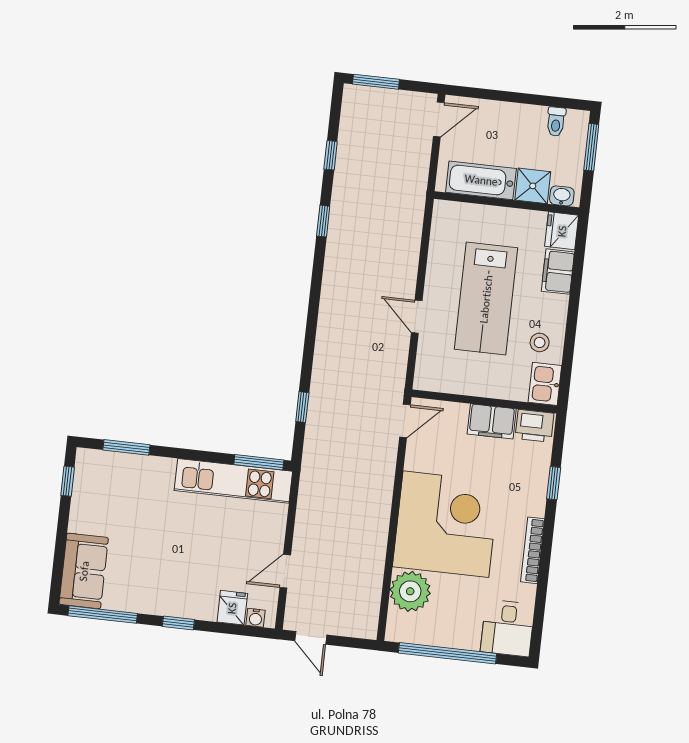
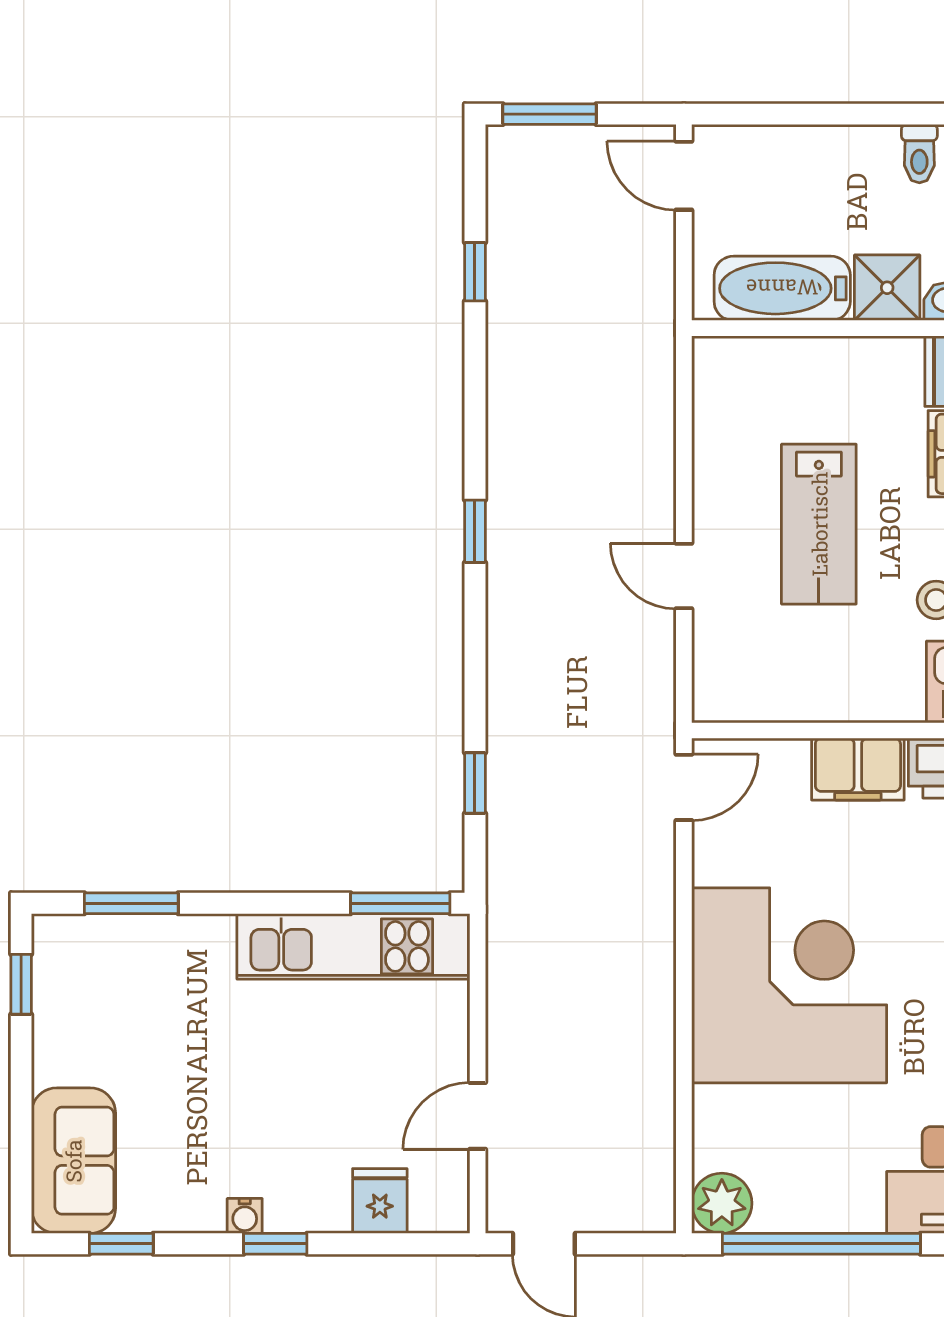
door: (439, 119) -> (684, 176), swing flipped
window: (323, 221) -> (475, 531), moved
lab bench: (486, 299) -> (819, 524), width x0.73, depth x0.72
plant: (410, 591) -> (722, 1203), moved, width x0.73, depth x0.73
window: (103, 615) -> (121, 1244), width x0.46
water cooler: (256, 618) -> (245, 1216), moved

